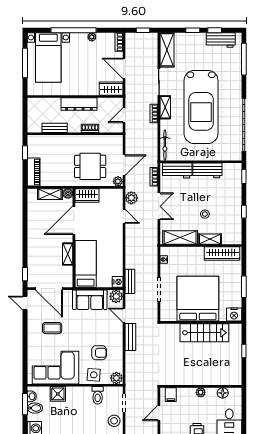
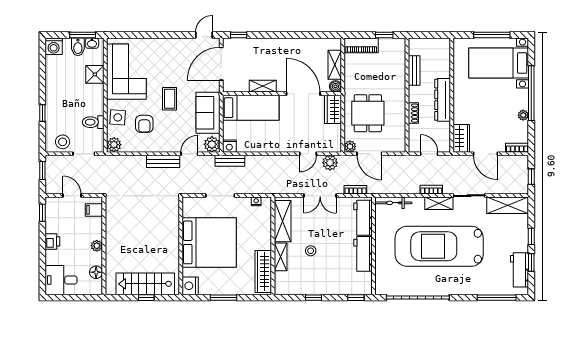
door: (124, 68) -> (485, 154), swing flipped
coffee table: (52, 328) -> (170, 99), moved
stairs: (204, 333) -> (145, 284), moved, turned 90

